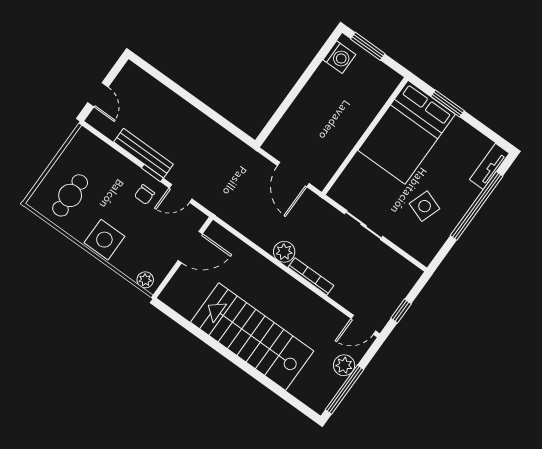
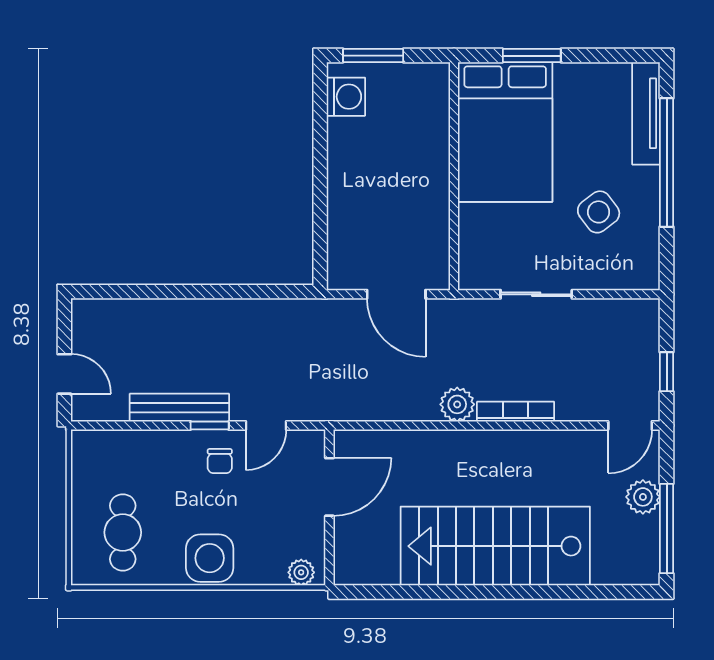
tv unit: (489, 166) -> (646, 113), width x1.41
side table: (425, 206) -> (599, 212), turned 34

